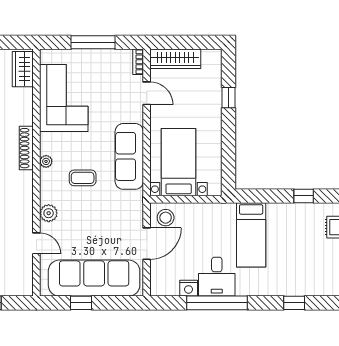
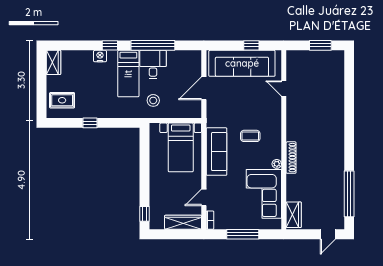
door: (147, 93) -> (204, 197), hinge flipped
window: (228, 98) -> (145, 214), moved
plant: (46, 161) -> (277, 164), moved
plant: (49, 213) -> (275, 110), removed
stool: (166, 218) -> (153, 100), moved
bed: (251, 235) -> (128, 74), moved, turned 180
nightstand: (189, 288) -> (100, 56), moved
window: (294, 303) -> (110, 45), moved

